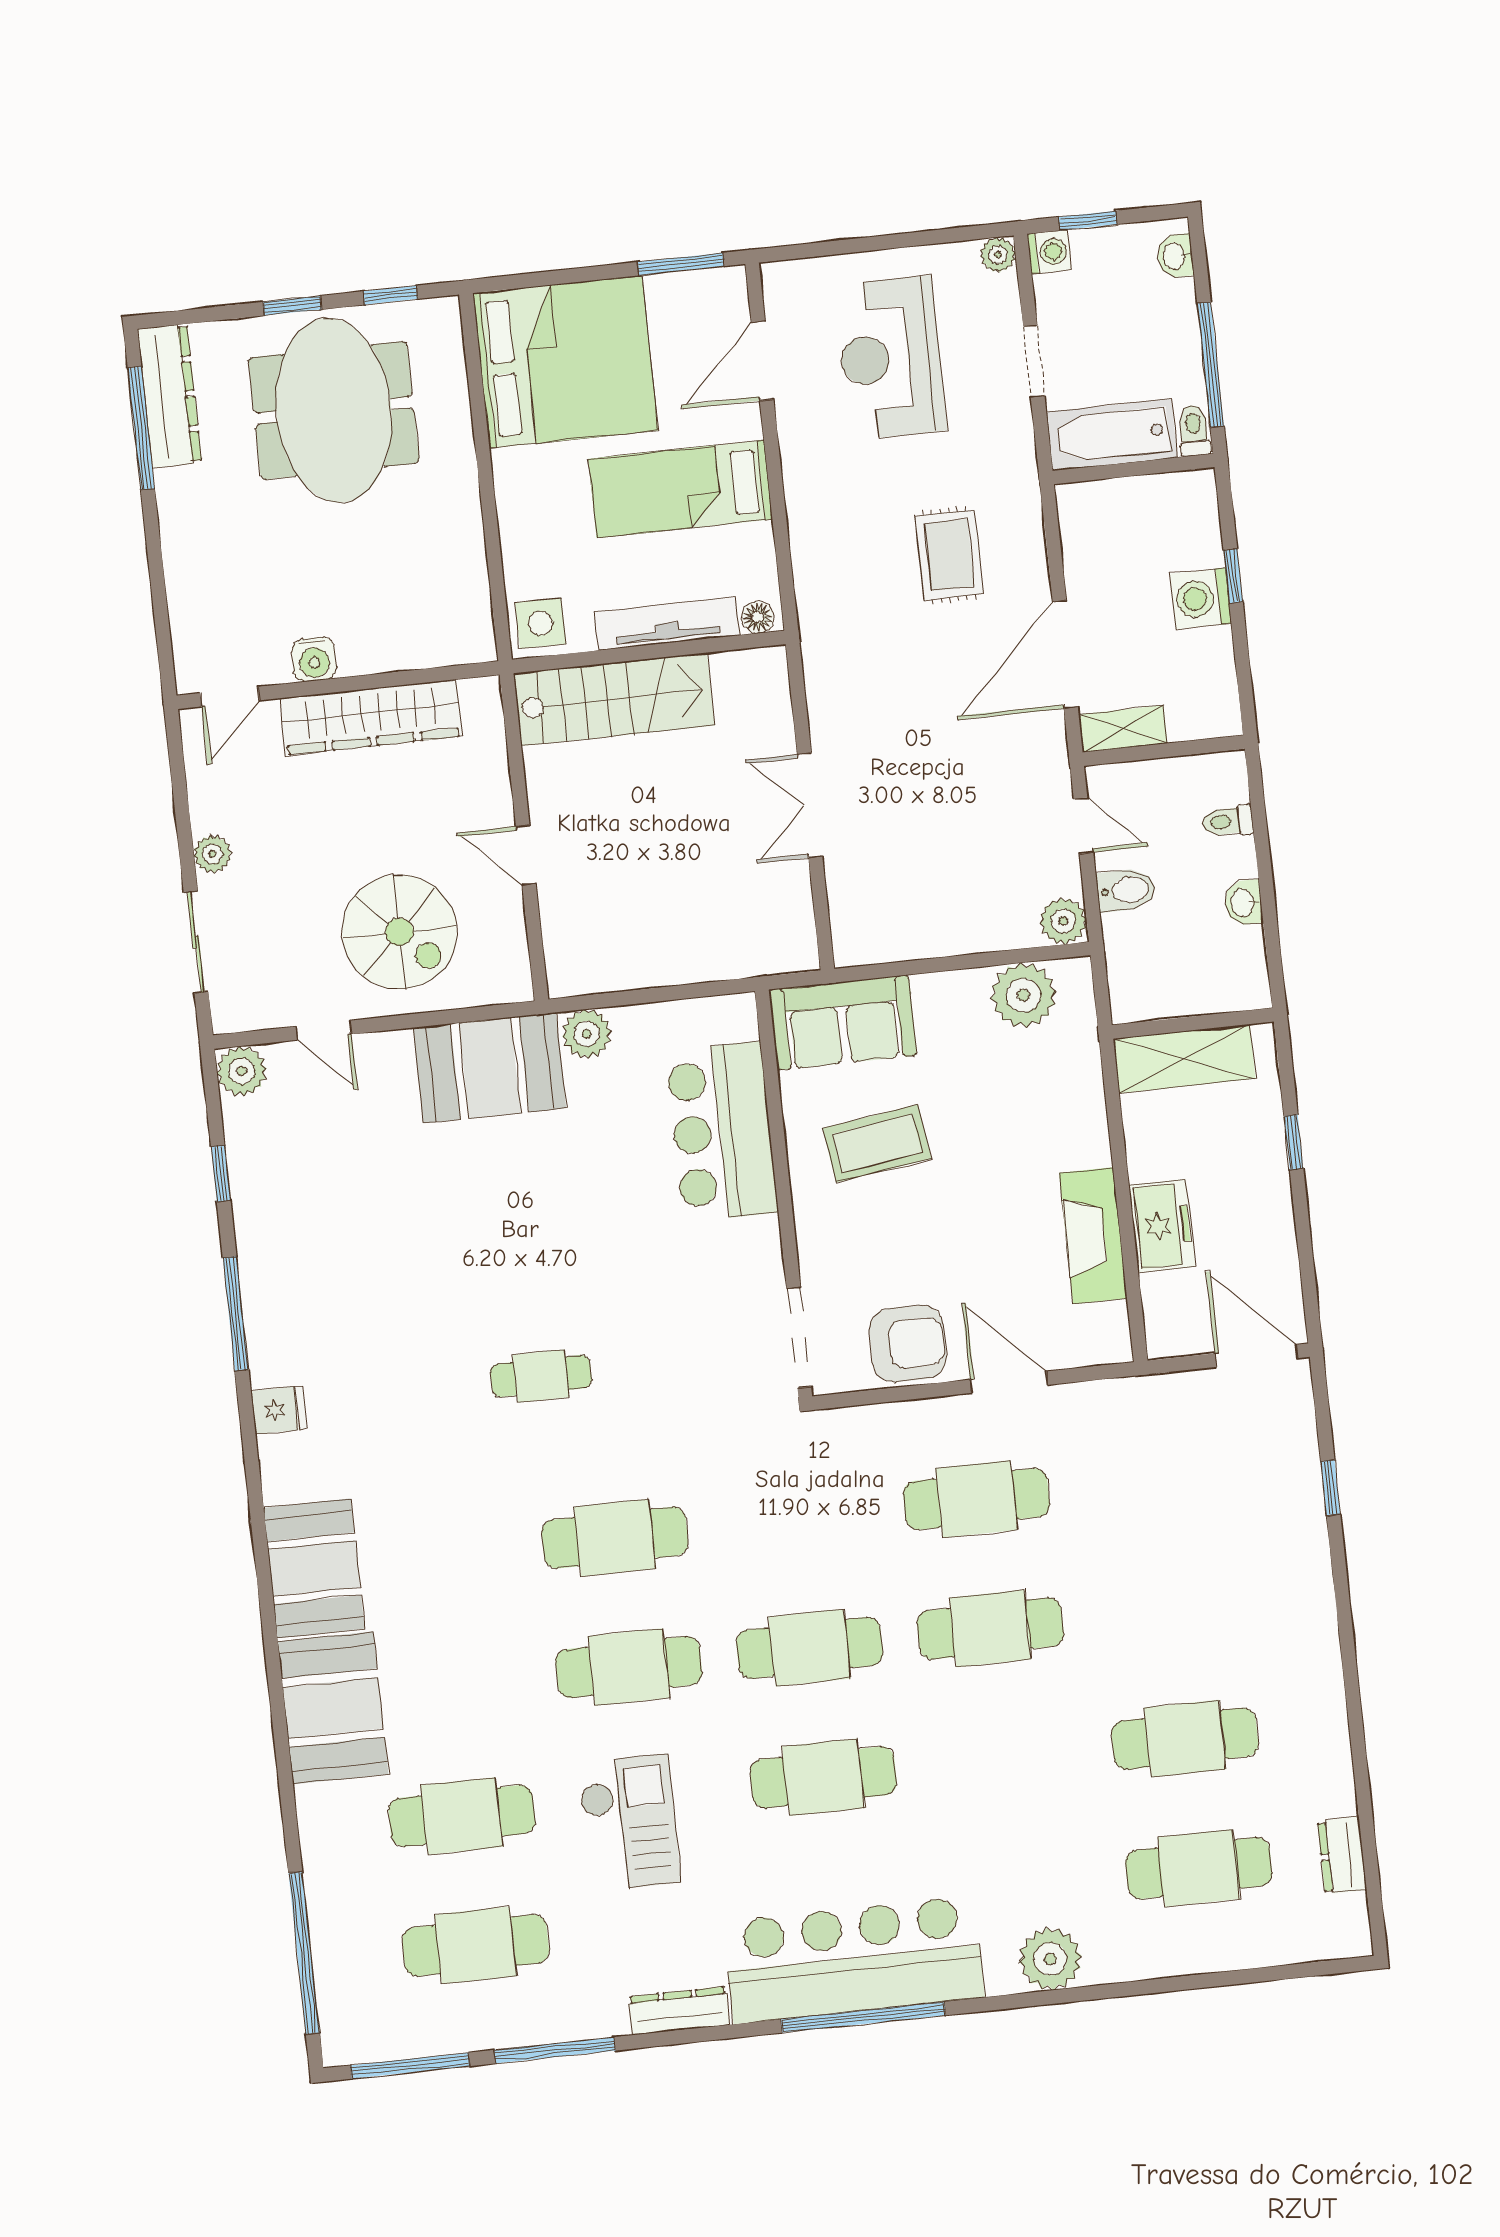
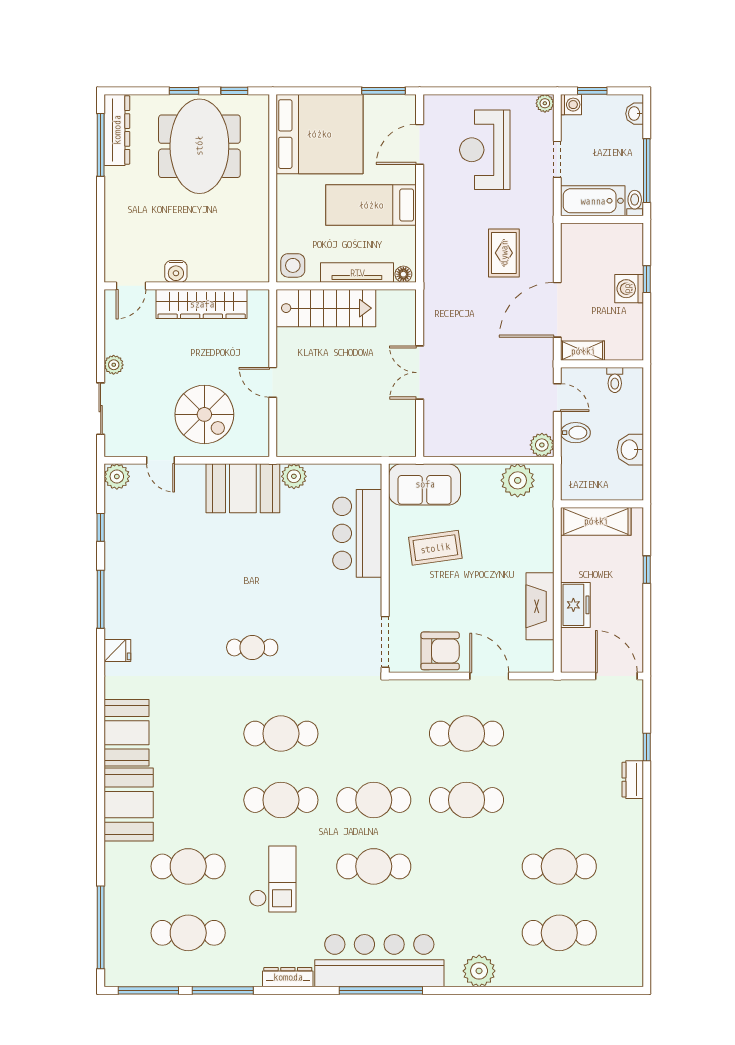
toilet: (1228, 821) -> (615, 380), moved, turned -90
washbasin: (1243, 903) -> (630, 450), width x1.38, depth x1.45
dresser: (1342, 1855) -> (633, 780), moved

